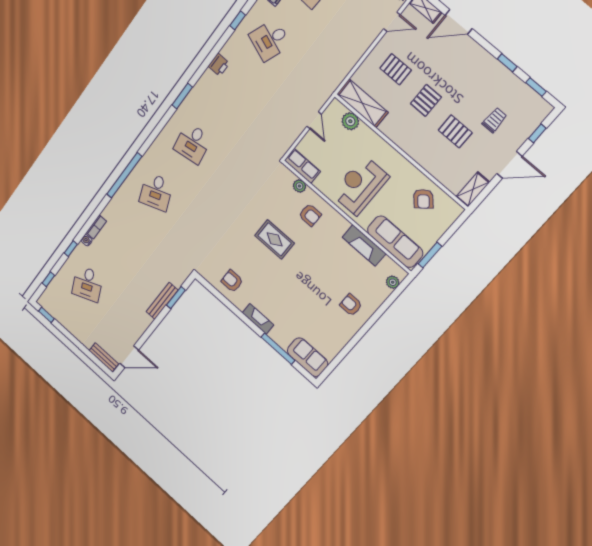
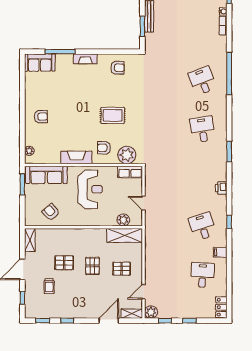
desk: (270, 40) -> (202, 226), turned -39
plant: (299, 186) -> (127, 155), width x1.88, depth x1.88
fireplace: (364, 245) -> (76, 157), moved

